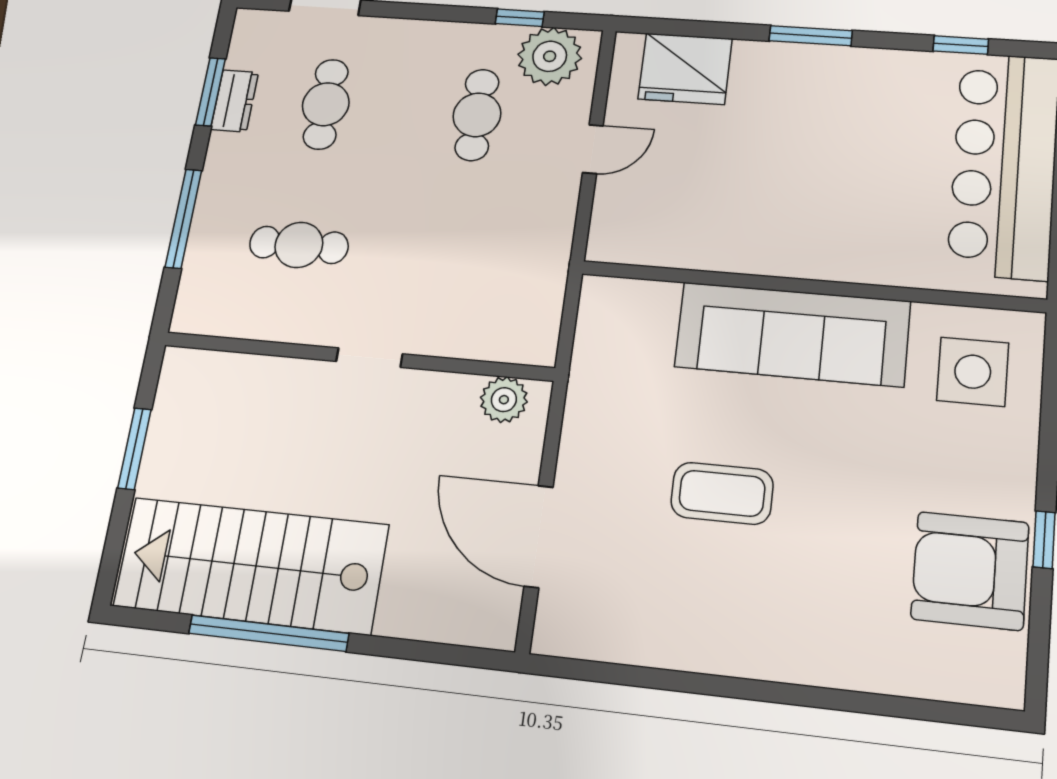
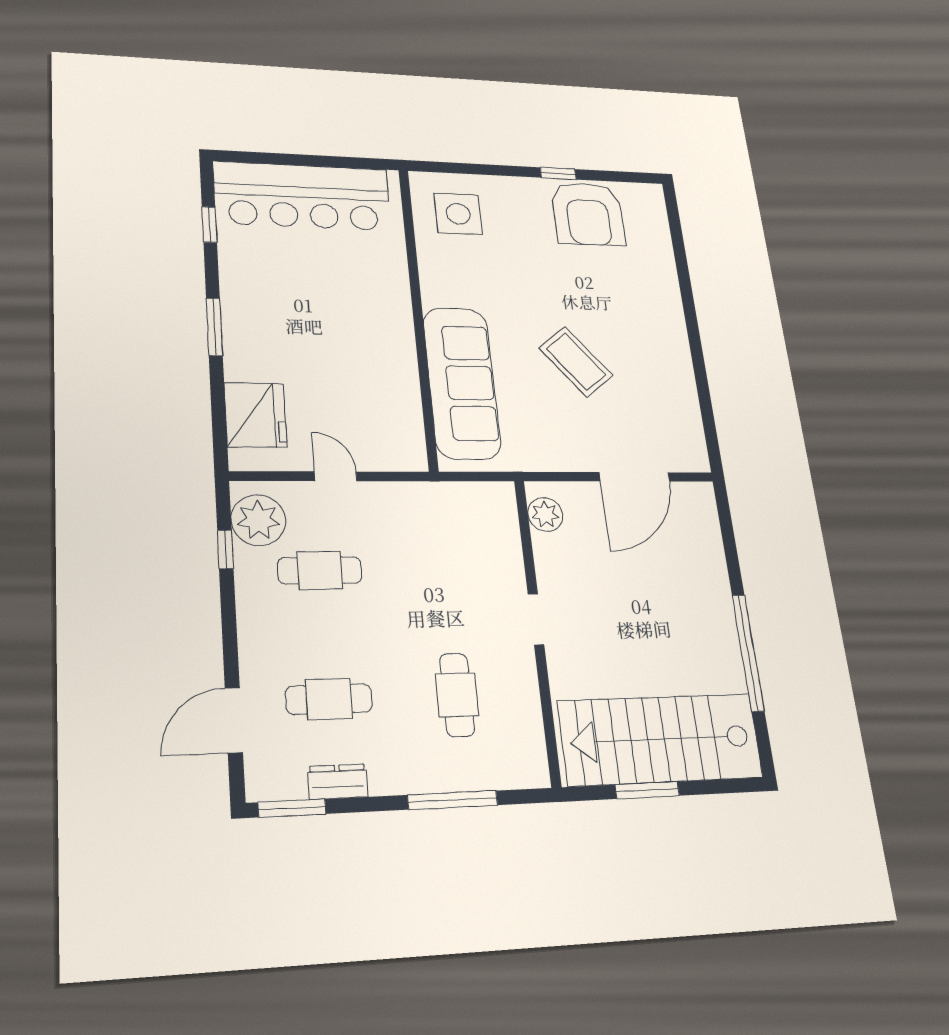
window: (211, 92) -> (292, 808), moved
sofa: (792, 334) -> (462, 383), moved
coffee table: (722, 493) -> (576, 362), turned -39
stairs: (251, 565) -> (661, 739), moved, turned 90

